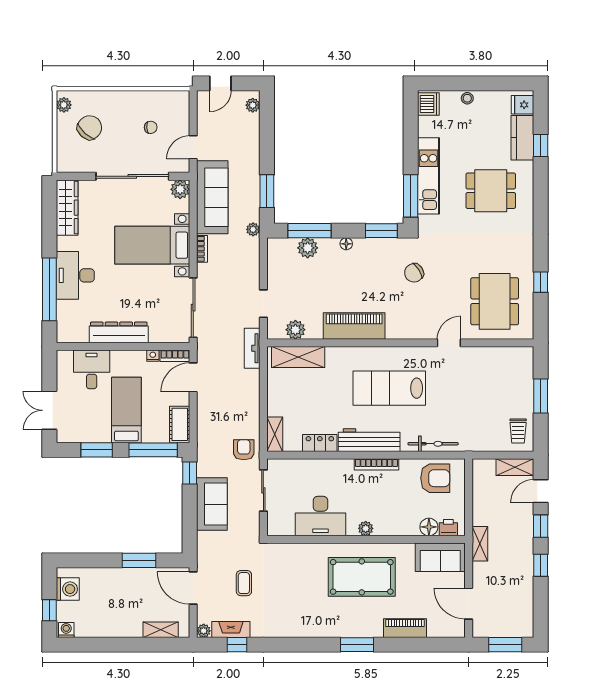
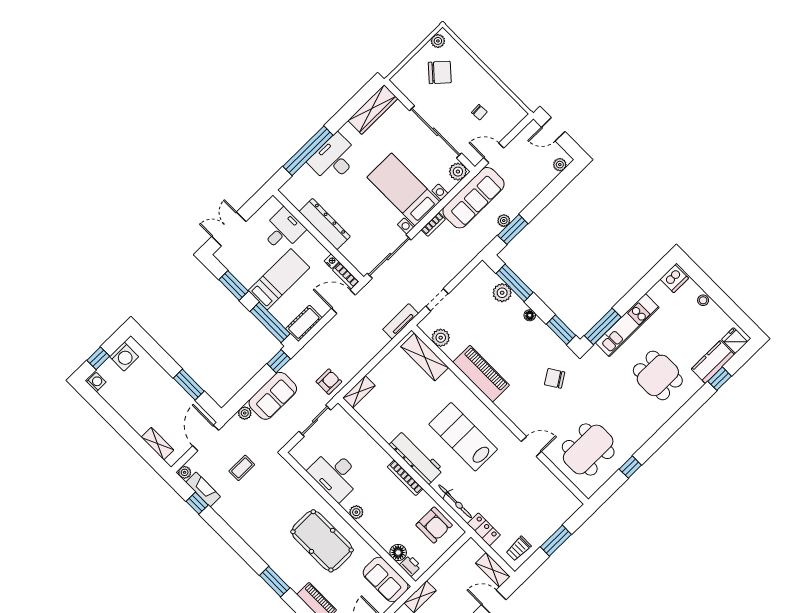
plant: (253, 229) -> (504, 221), moved
locker: (320, 443) -> (484, 529), moved
plant: (204, 539) -> (245, 413), added

